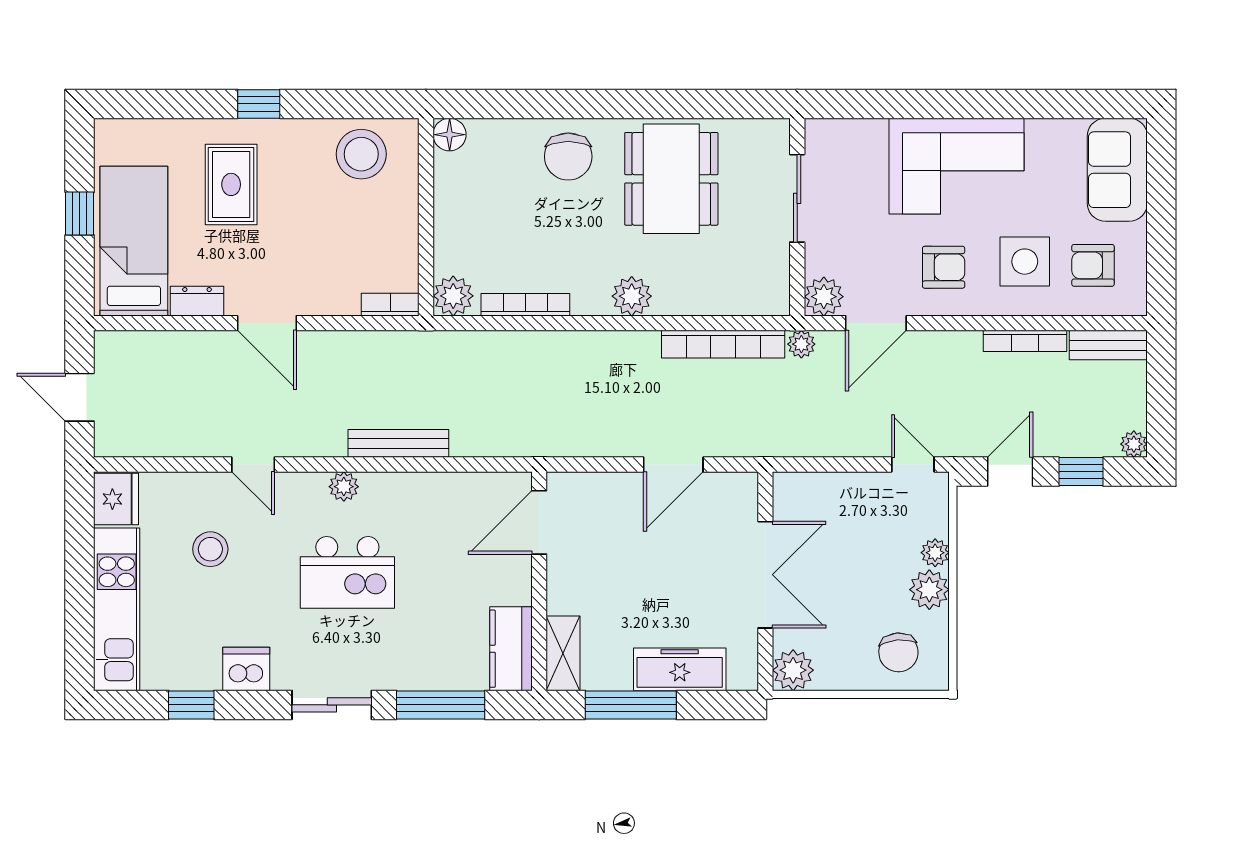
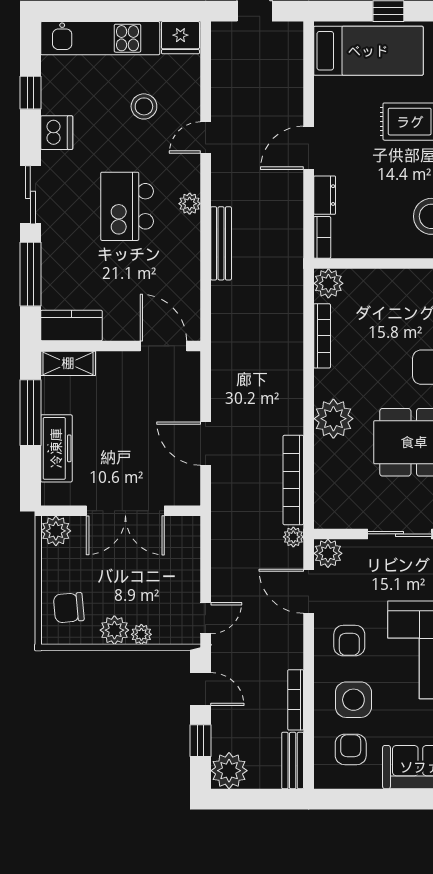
plant: (632, 296) -> (333, 419), width x1.36, depth x1.36
dresser: (197, 301) -> (325, 195), moved
plant: (1134, 444) -> (229, 771), width x1.88, depth x1.88

